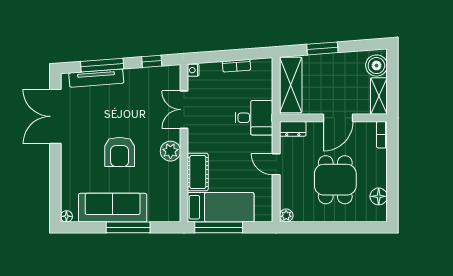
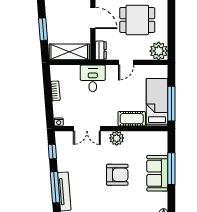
sofa: (113, 208) -> (157, 173), width x0.73
plant: (286, 215) -> (159, 51), width x1.88, depth x1.88

